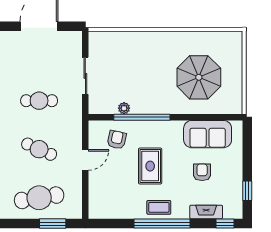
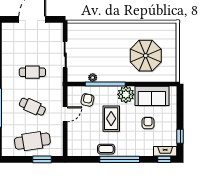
plant: (171, 132) -> (126, 94), added
coffee table: (159, 207) -> (106, 149), moved
fireplace: (206, 212) -> (165, 151), moved

